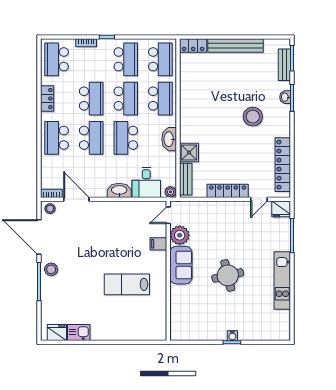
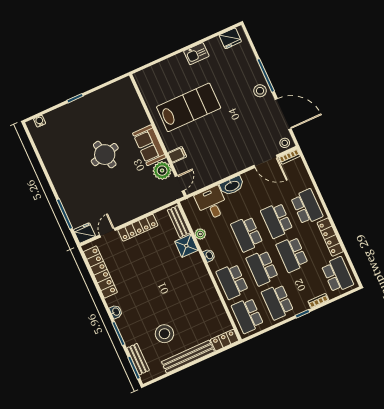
washbasin: (285, 97) -> (116, 312), moved
locker: (47, 99) -> (330, 237), width x1.53
stool: (253, 117) -> (164, 334), moved
school desk: (126, 138) -> (247, 234), turned 180
washbasin: (169, 139) -> (209, 255), width x0.52, depth x0.69
plant: (170, 192) -> (200, 234), moved
kitchen unit: (282, 281) -> (55, 171), removed
lab bench: (127, 284) -> (189, 107), width x1.36, depth x1.39
kitchen sink: (79, 333) -> (196, 54), moved
water cooler: (232, 336) -> (40, 121), moved

